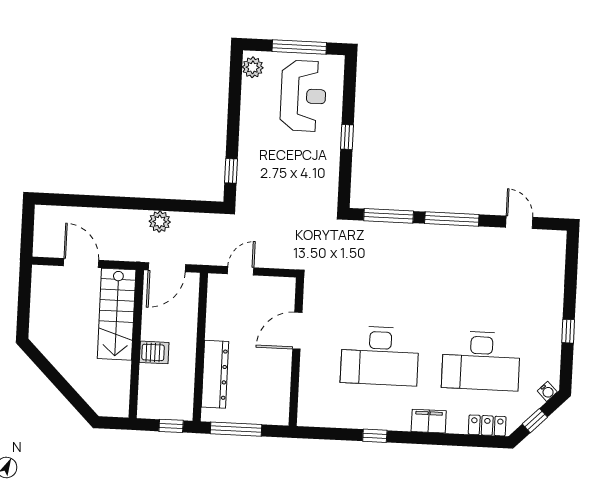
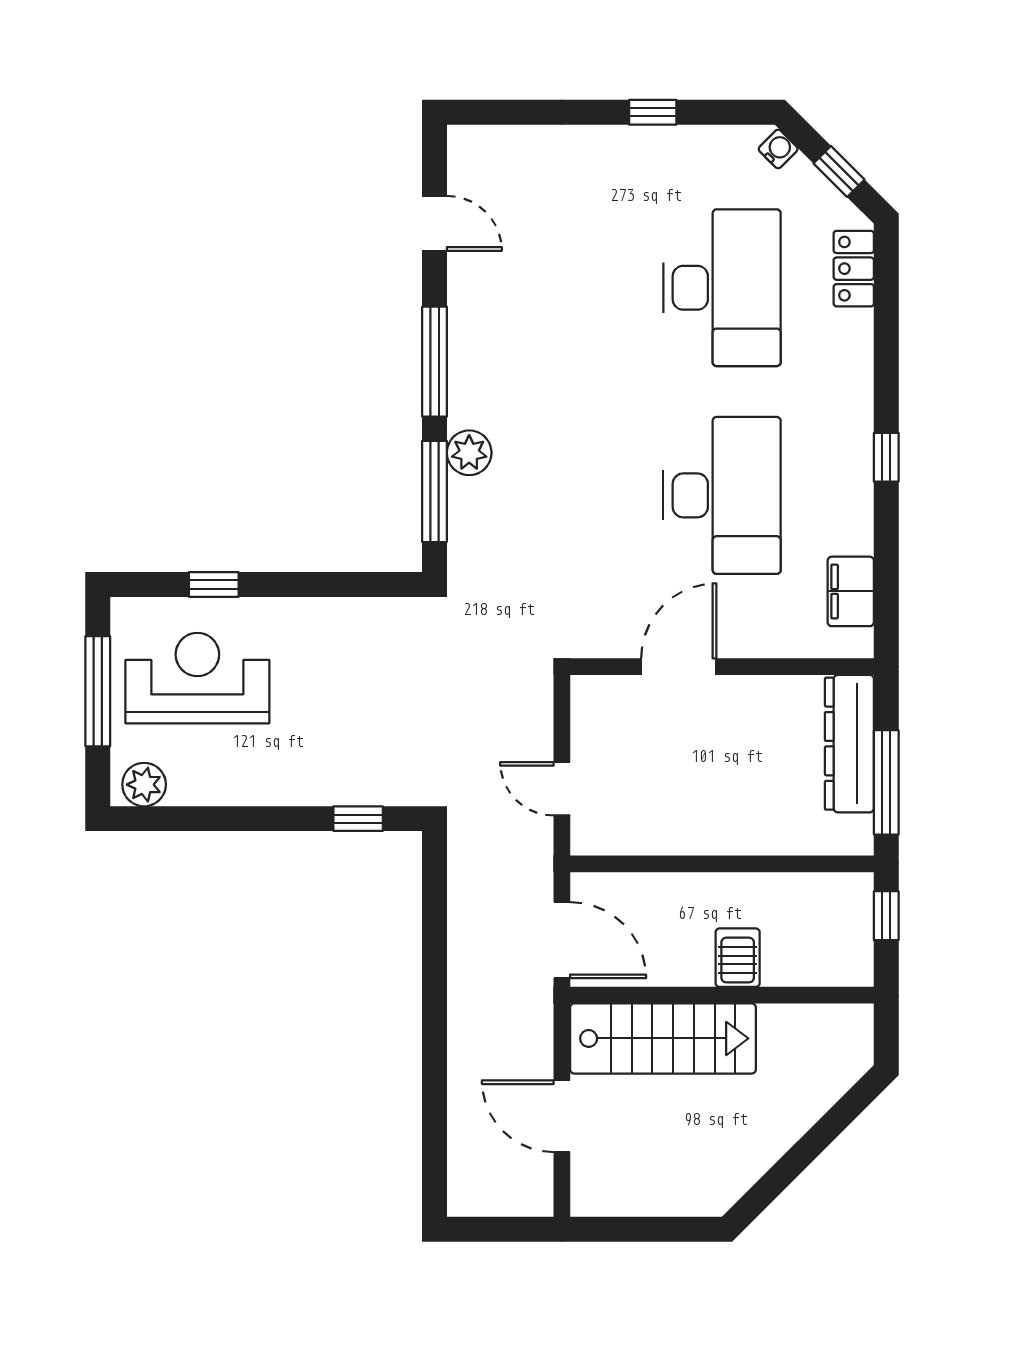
window: (347, 137) -> (214, 585), moved
plant: (160, 222) -> (469, 453), moved
door: (519, 222) -> (435, 223), swing flipped
door: (81, 263) -> (562, 1116), hinge flipped
door: (297, 331) -> (679, 667), swing flipped
dresser: (215, 374) -> (849, 744), moved, turned -90
filing cabinet: (429, 421) -> (851, 591), moved
window: (375, 436) -> (886, 457), moved

